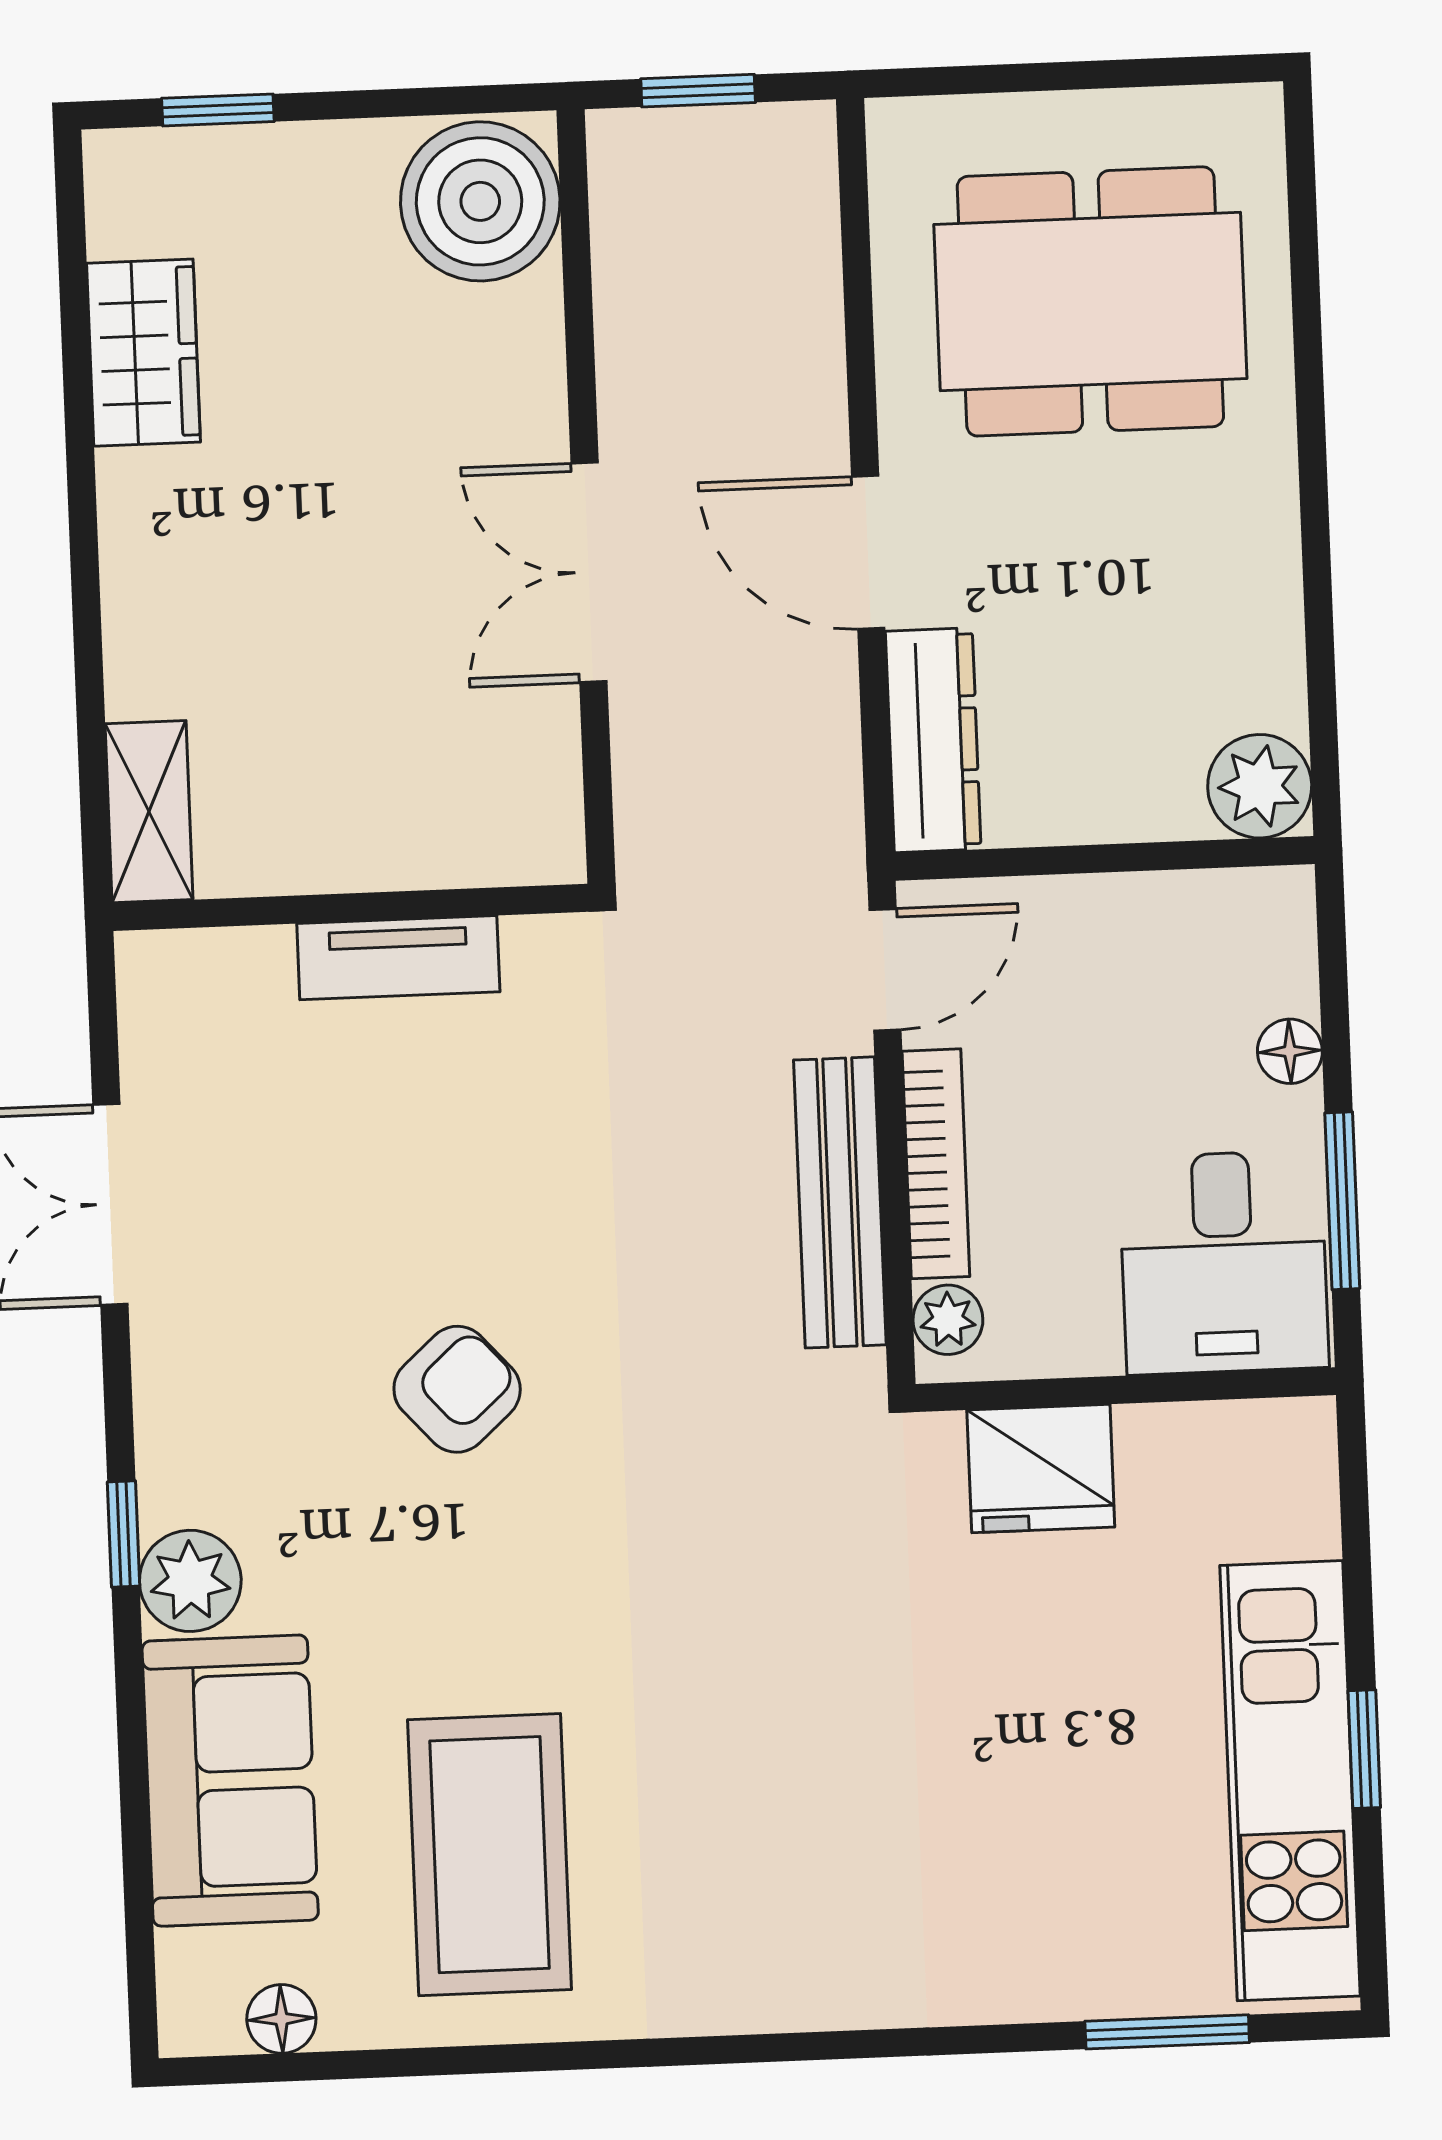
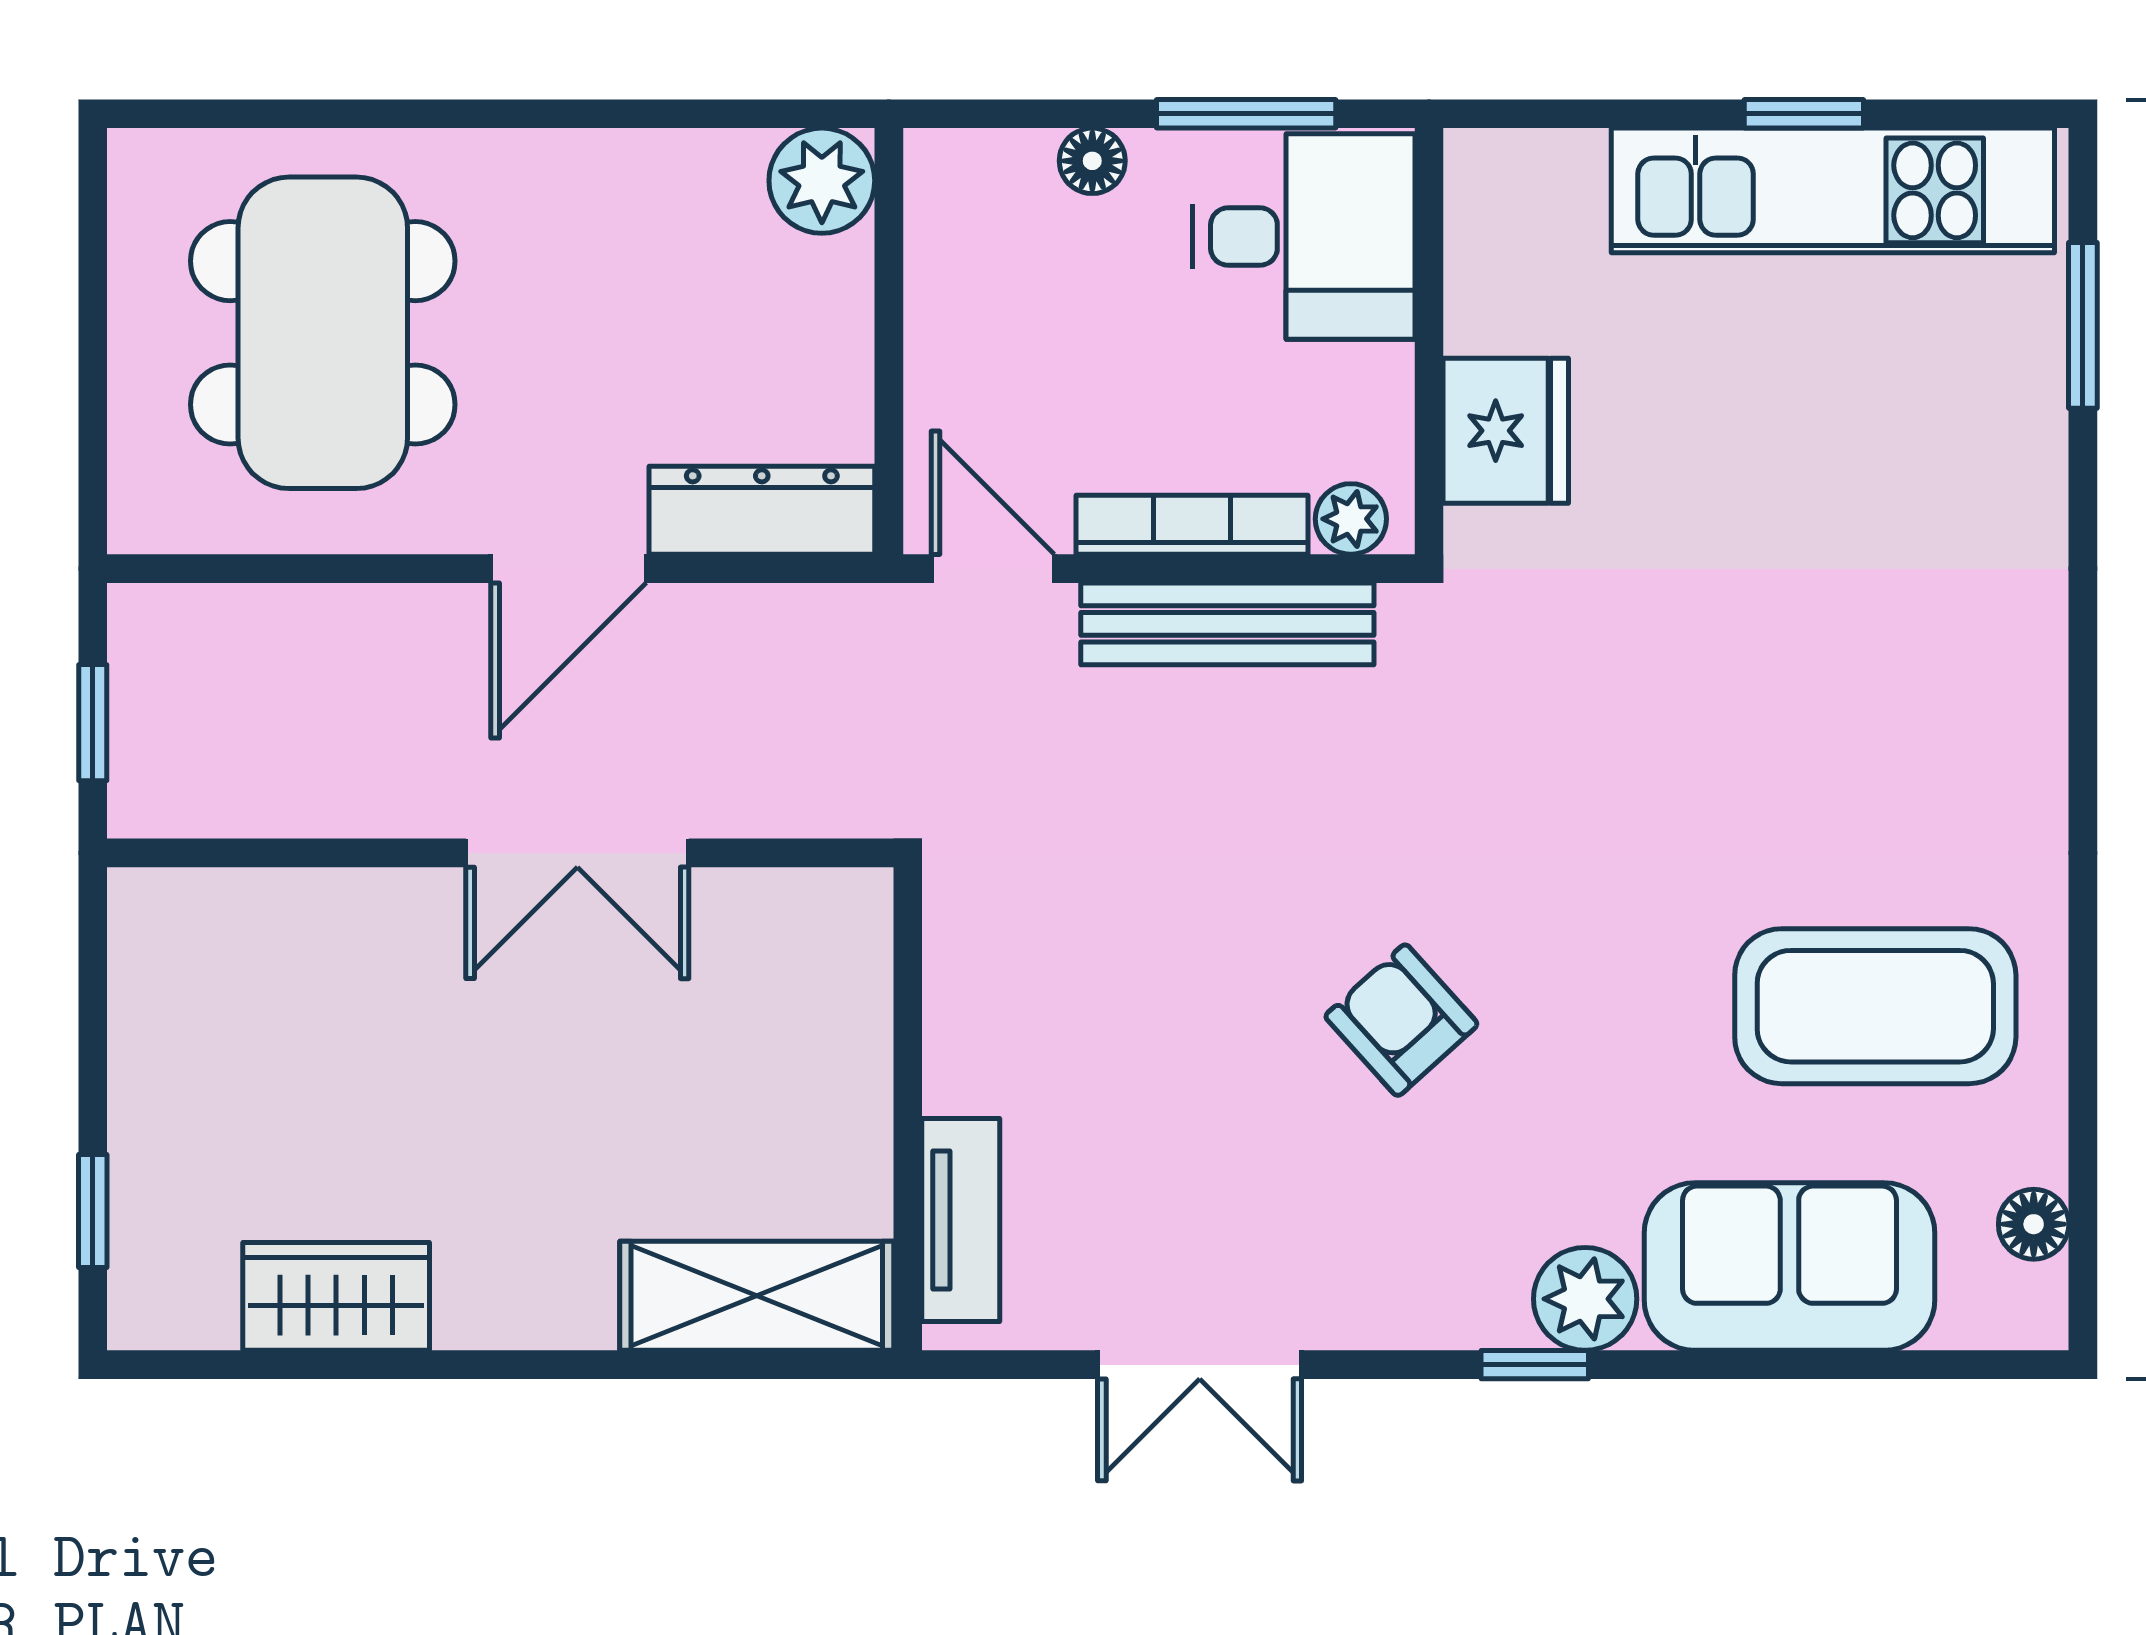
boiler: (480, 201) -> (196, 948), removed
shelving: (149, 812) -> (757, 1296), width x1.50, depth x1.33
tv unit: (398, 958) -> (961, 1220), moved

